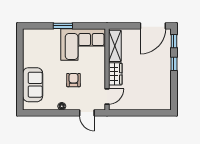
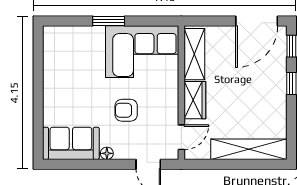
armchair: (73, 80) -> (126, 110), turned -90
sofa: (33, 85) -> (71, 143), moved, turned -90
shelving: (148, 104) -> (249, 149), added

